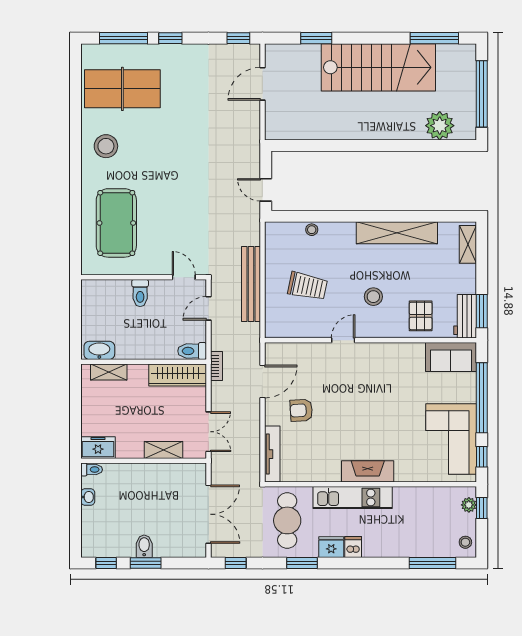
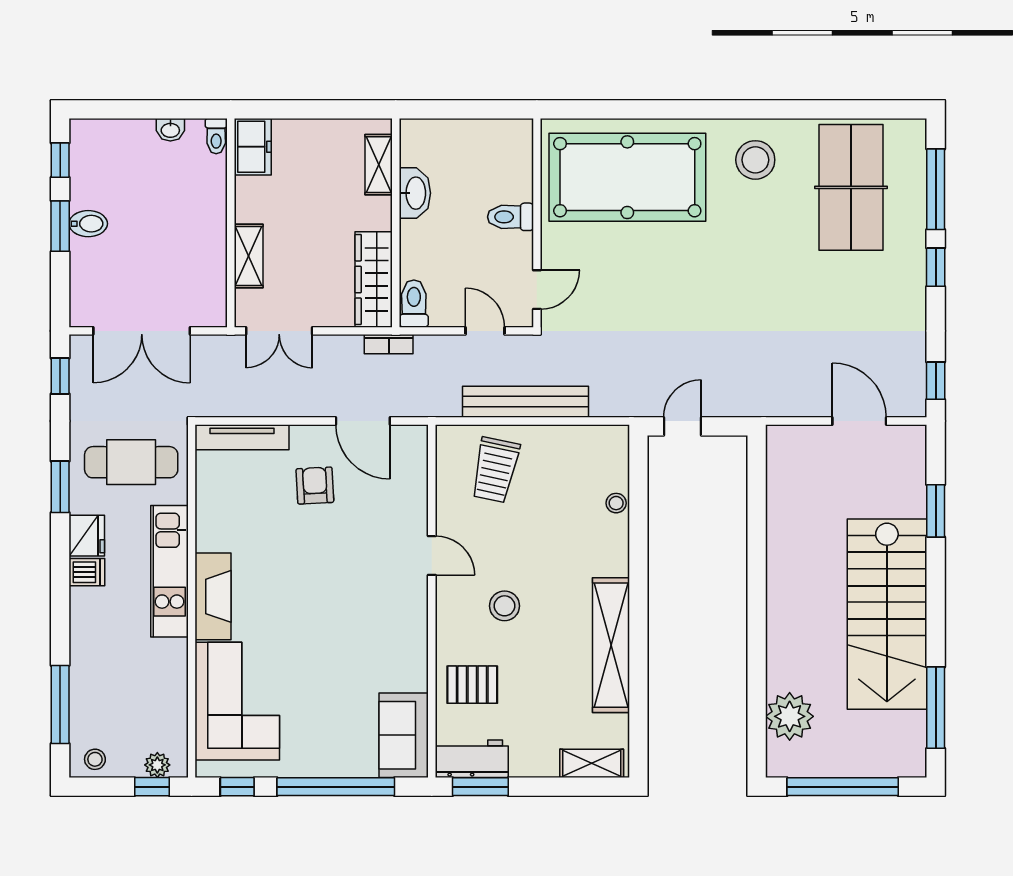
pool table: (116, 223) -> (627, 177), width x1.36, depth x1.32
trolley: (307, 286) -> (495, 470), moved
washbasin: (99, 350) -> (415, 193), moved
corner sofa: (451, 439) -> (237, 701), moved, turned 90

